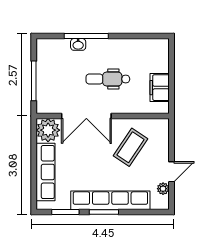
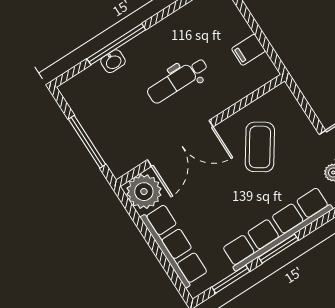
filing cabinet: (160, 88) -> (249, 50), width x0.50

